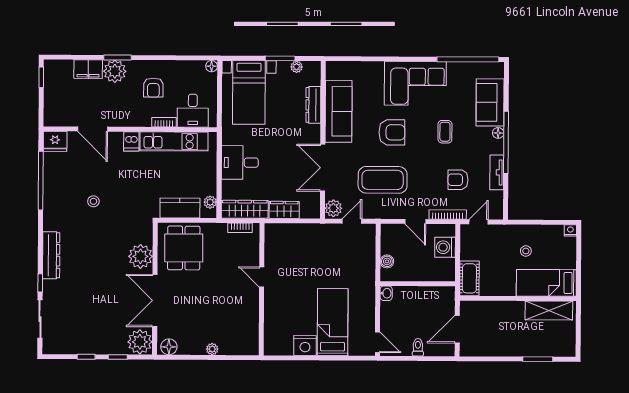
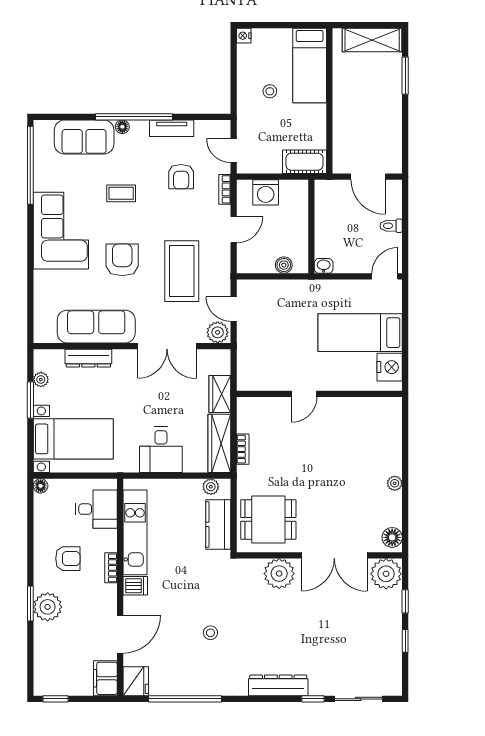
filing cabinet: (88, 69) -> (105, 678), moved, turned 180
bookcase: (164, 122) -> (111, 568), moved
bookcase: (448, 215) -> (225, 189), width x0.64
door: (262, 277) -> (304, 394), moved
wall: (262, 289) -> (319, 394), moved
shelving: (549, 311) -> (372, 40), moved, turned 90

